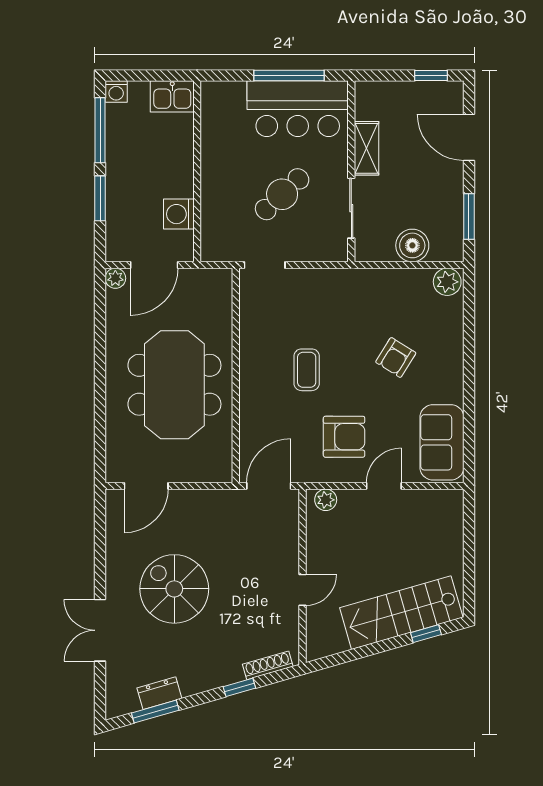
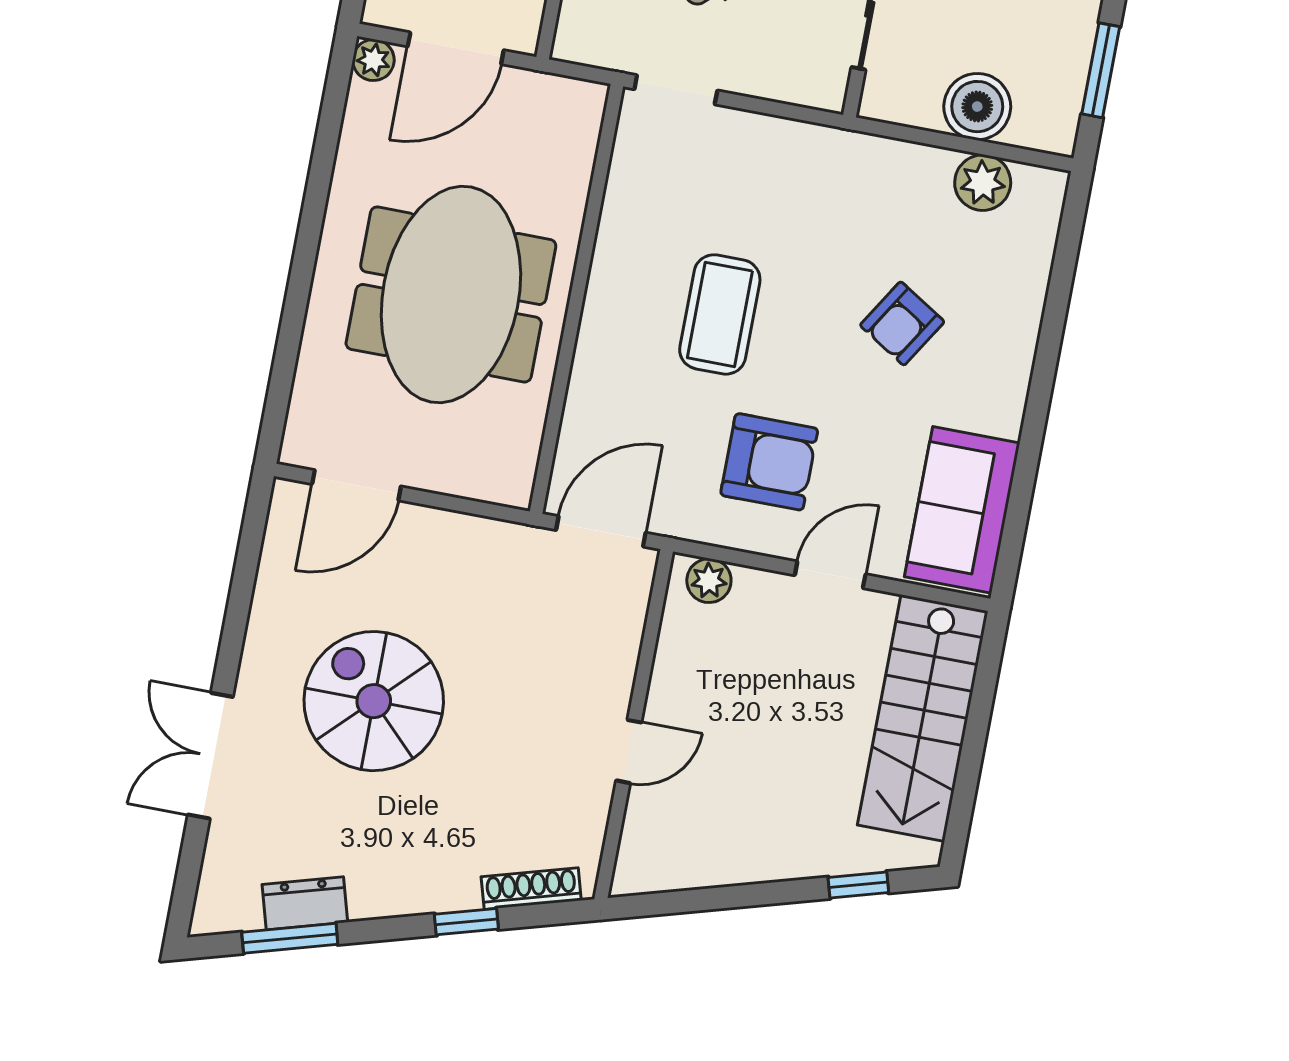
plant: (447, 282) -> (983, 183), moved
coffee table: (307, 370) -> (720, 314), width x1.36, depth x1.30
stairs: (401, 613) -> (923, 718), moved, turned -74

